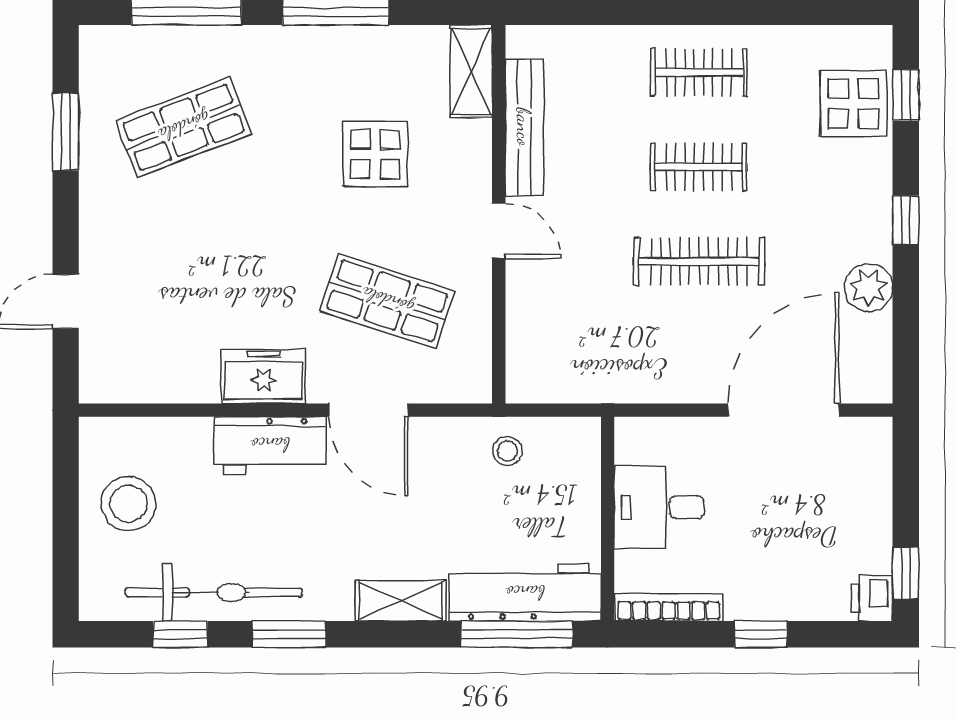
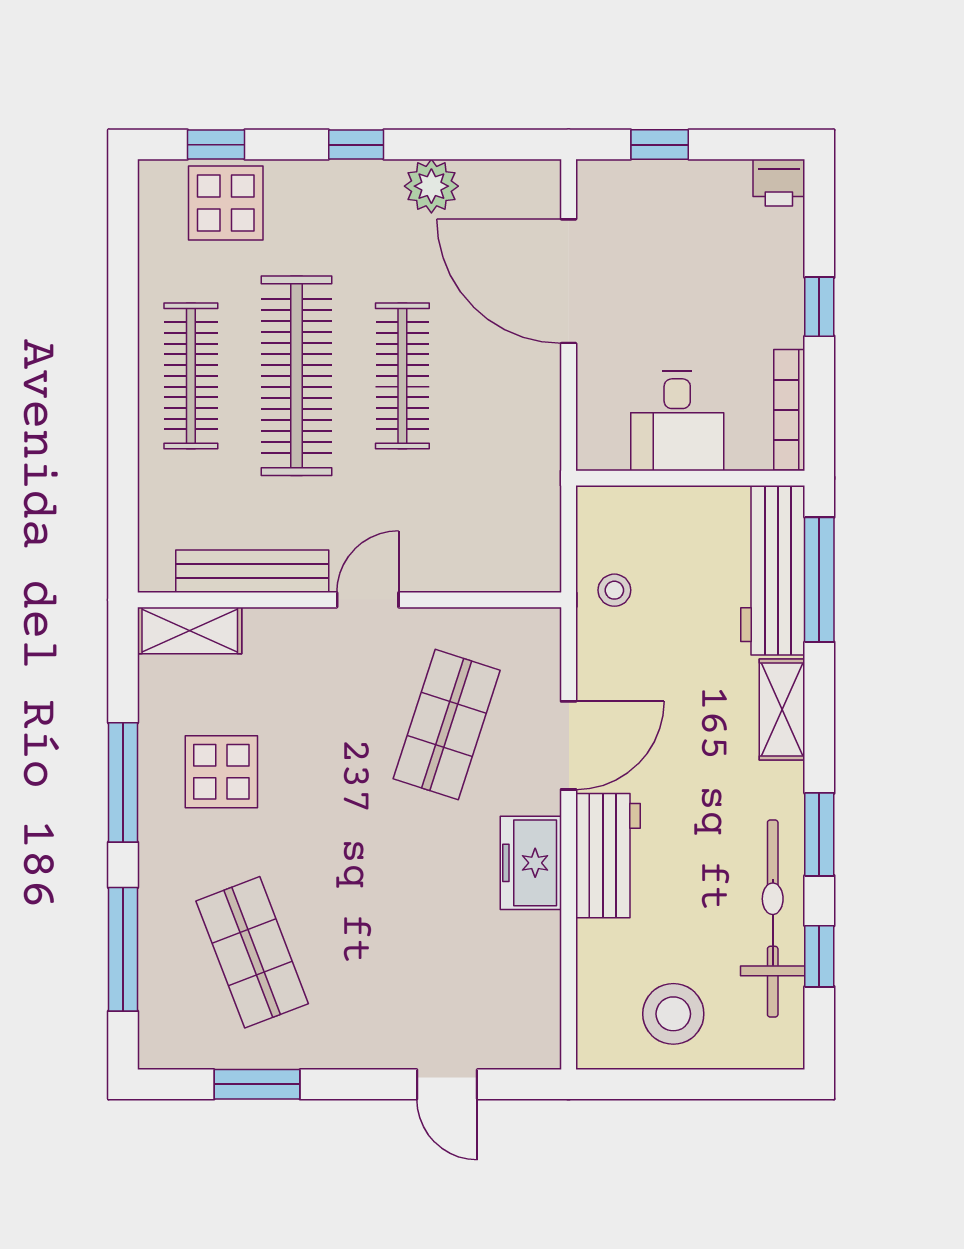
clothes rail: (699, 72) -> (191, 376), width x1.36
display table: (375, 154) -> (221, 772), moved
clothes rail: (699, 167) -> (297, 376), width x1.86, depth x1.31
window: (906, 573) -> (660, 145), moved

